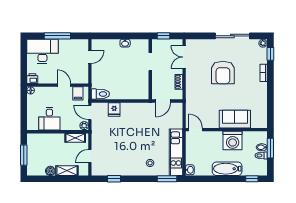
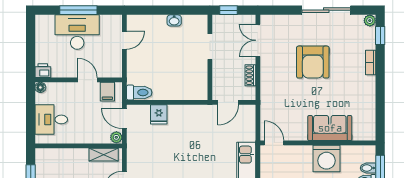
desk: (42, 51) -> (77, 32), moved
desk: (49, 119) -> (51, 119), moved, turned 90

